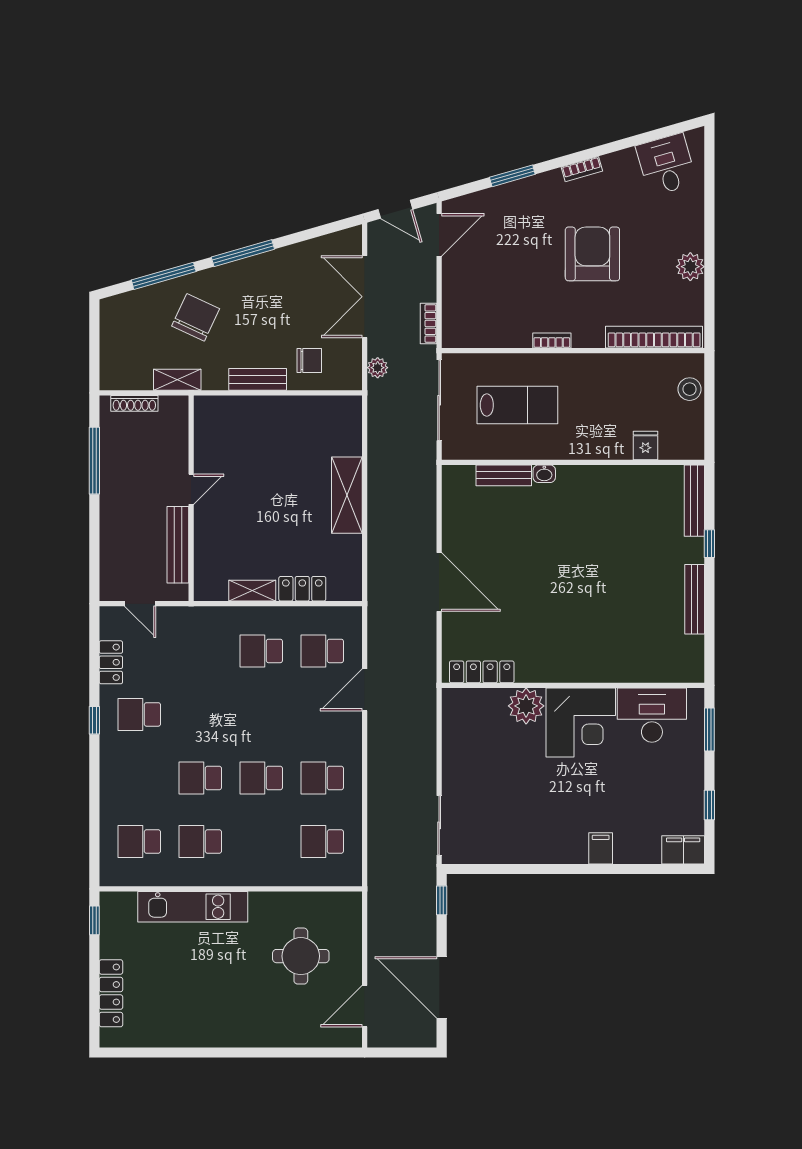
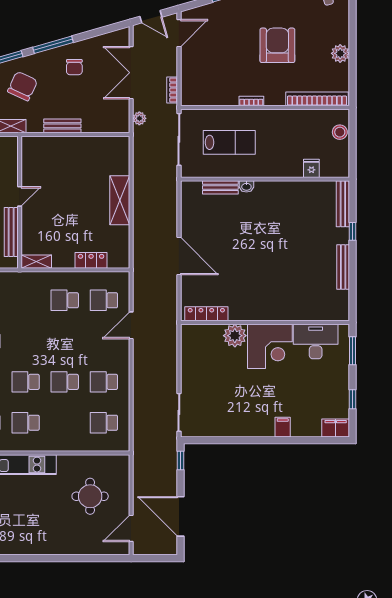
chair: (309, 361) -> (74, 67), moved, turned 90
shelving: (252, 591) -> (36, 262), moved

